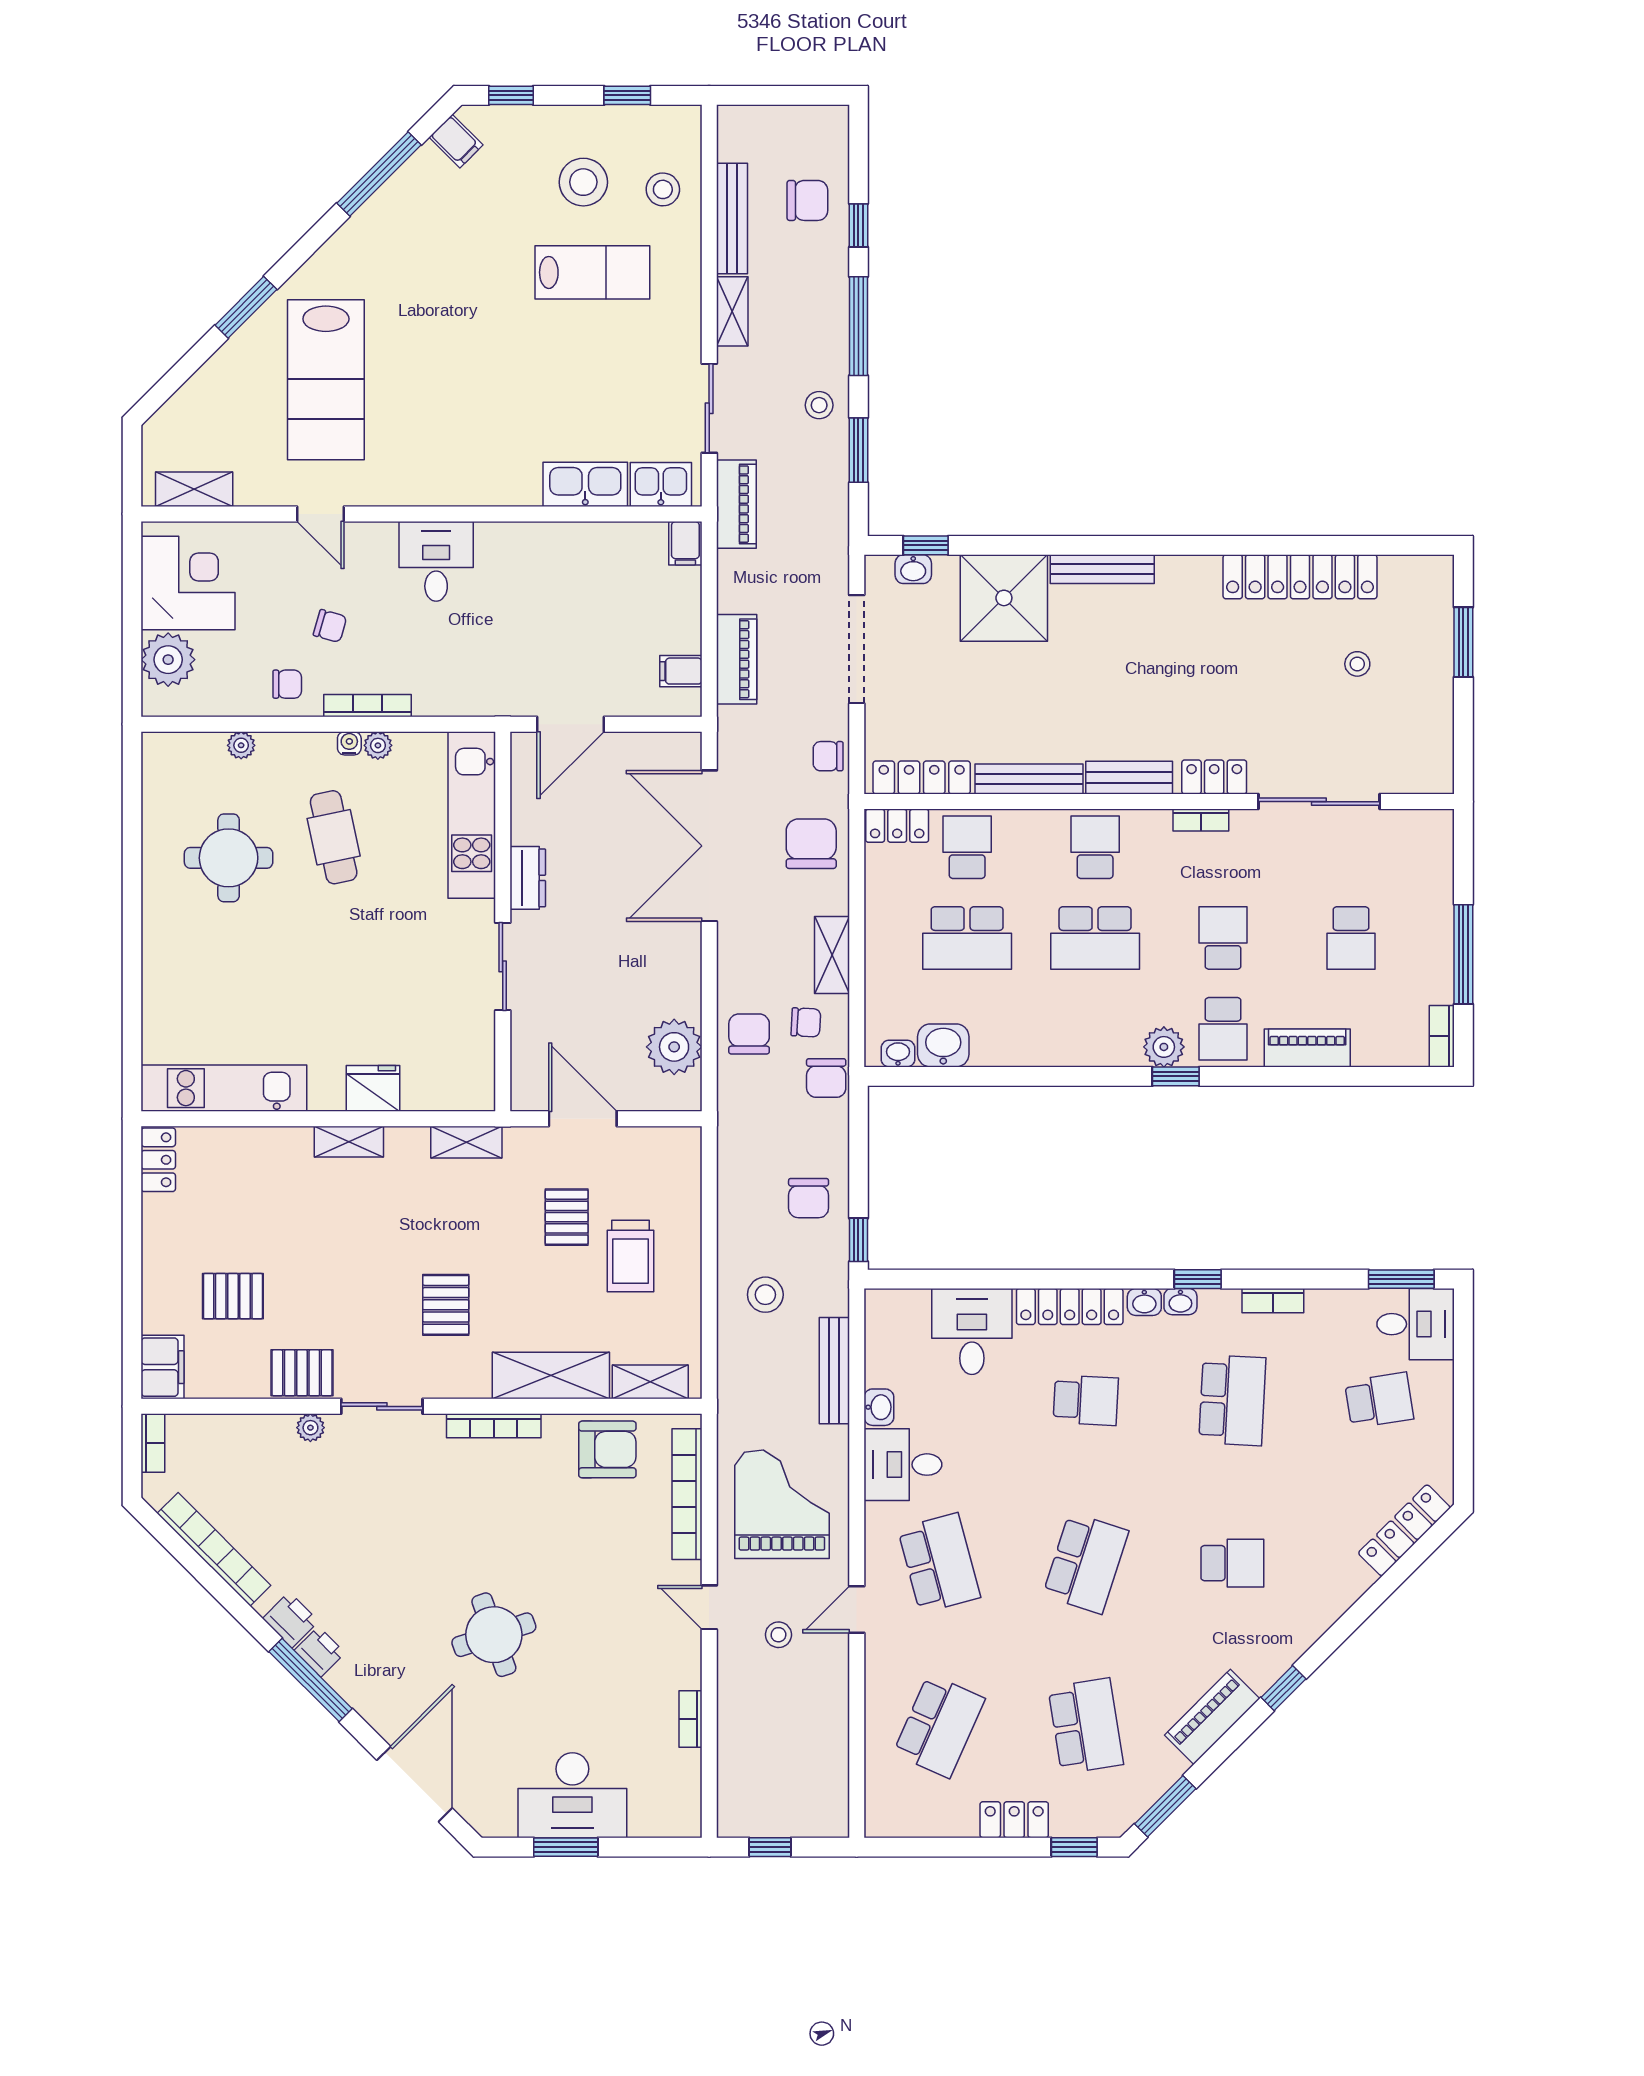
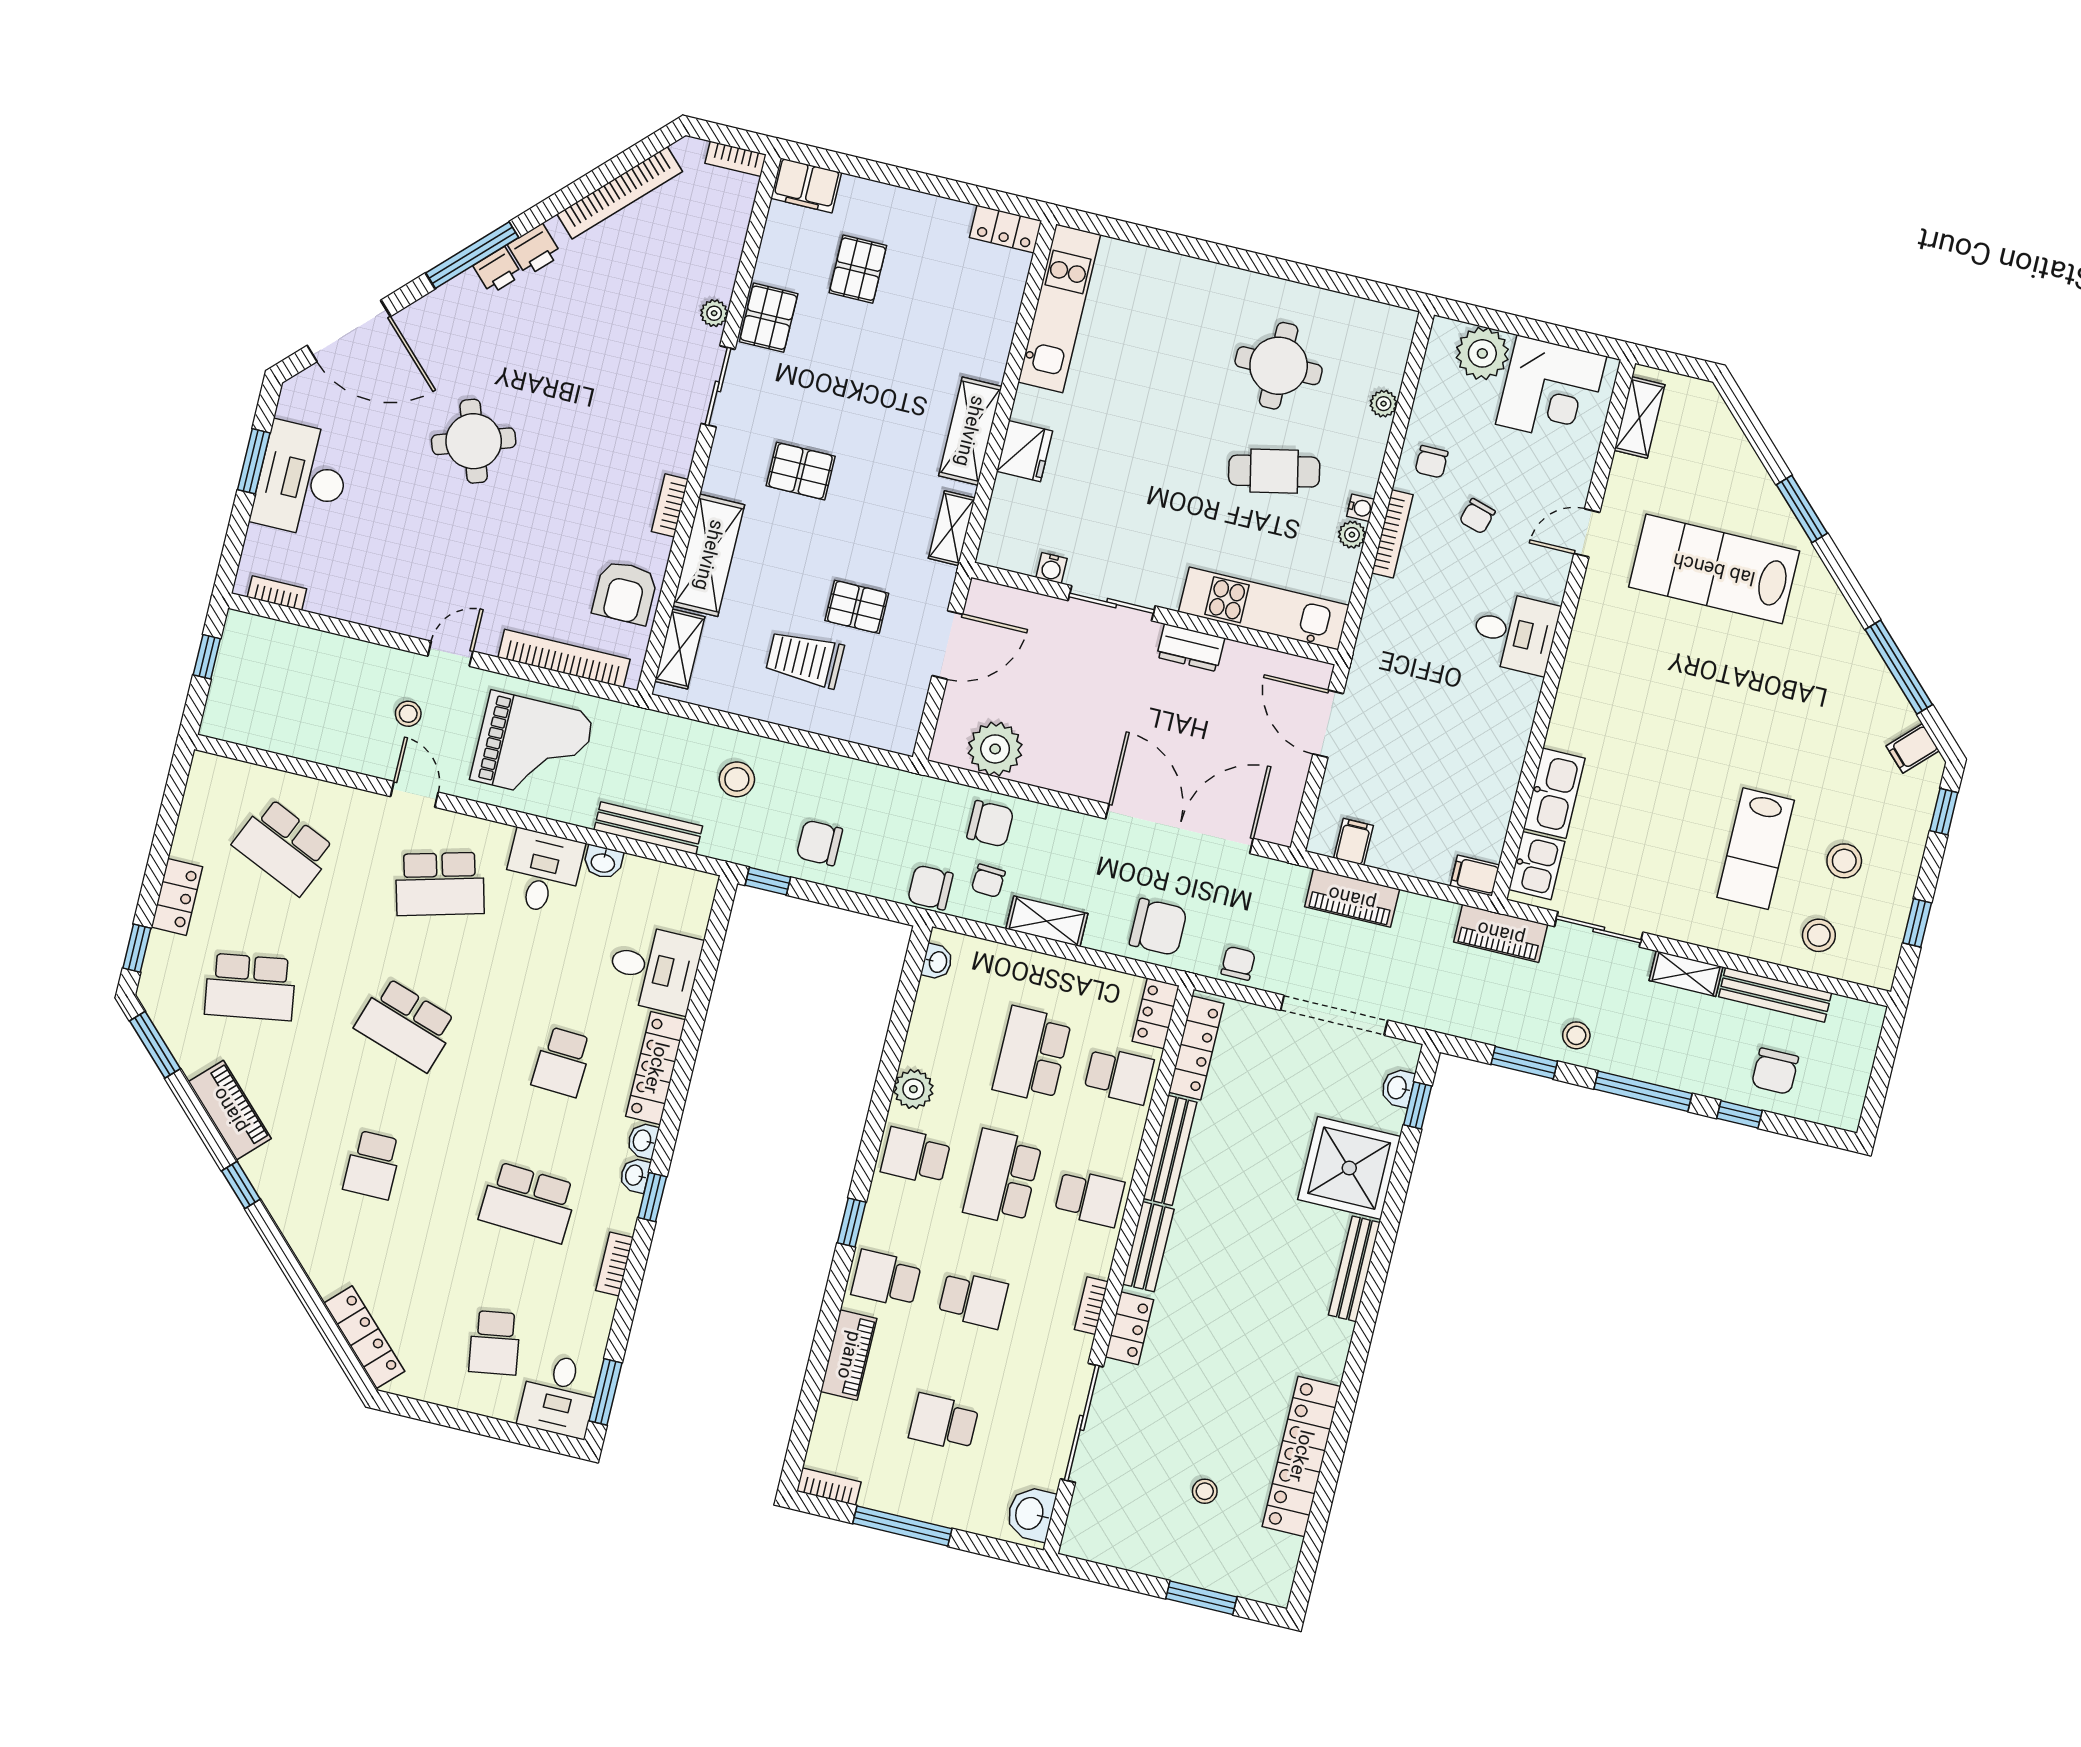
stool: (583, 182) -> (1844, 861), width x0.73, depth x0.73
school desk: (1095, 1029) -> (916, 1156), added
water cooler: (482, 1034) -> (1052, 568), added
washbasin: (943, 1045) -> (1031, 1514), moved, turned 180
plant: (1164, 1047) -> (913, 1089), moved
shelving: (349, 1142) -> (970, 431), width x1.50, depth x1.33
bookcase: (494, 1426) -> (670, 505), width x0.64
bookcase: (690, 1719) -> (277, 593), moved

